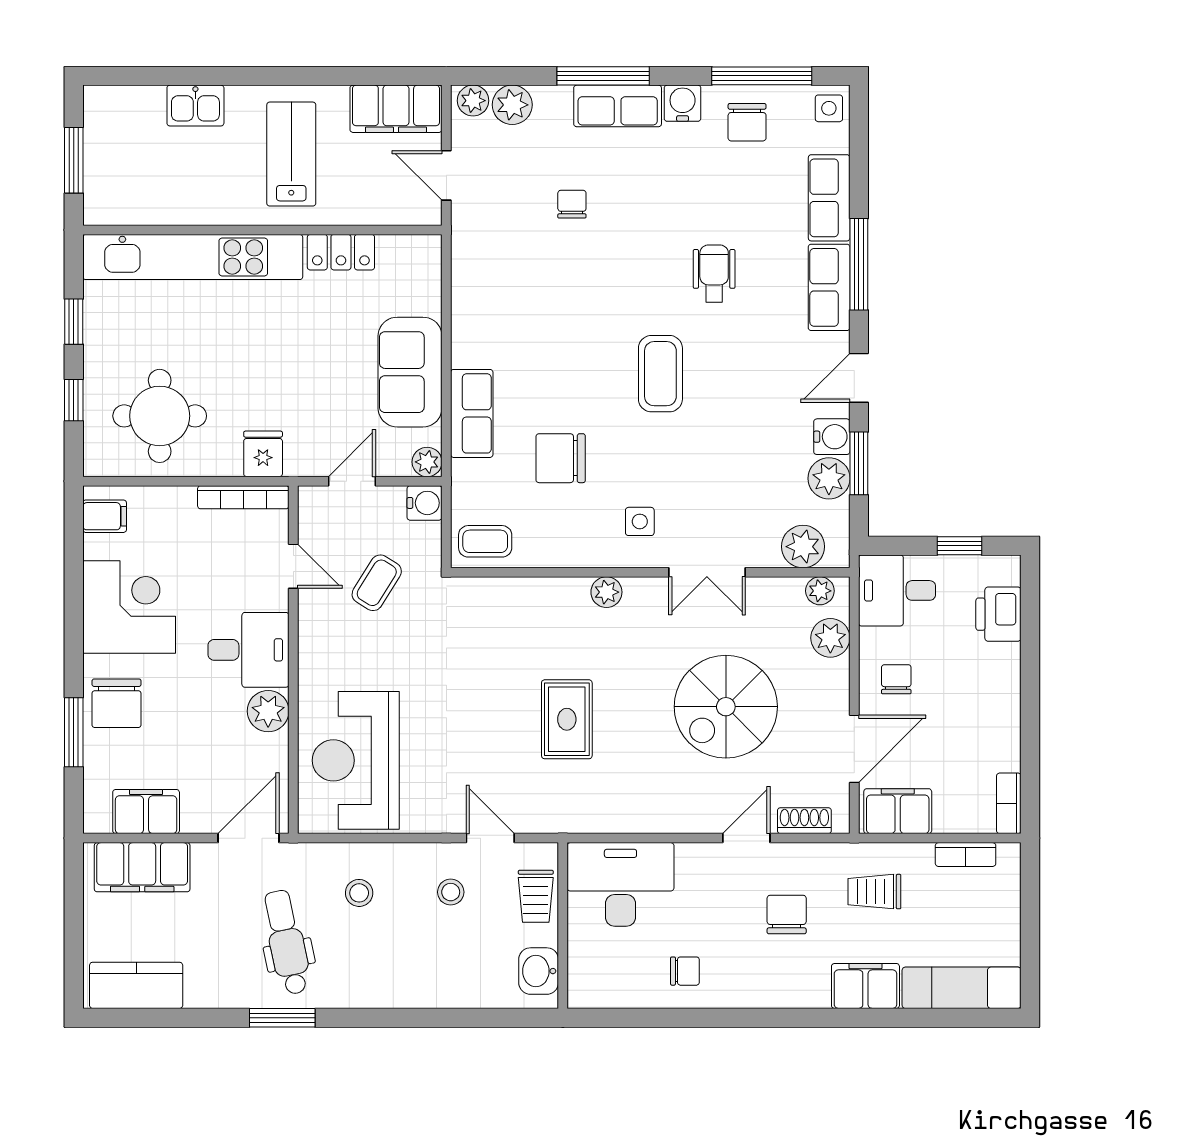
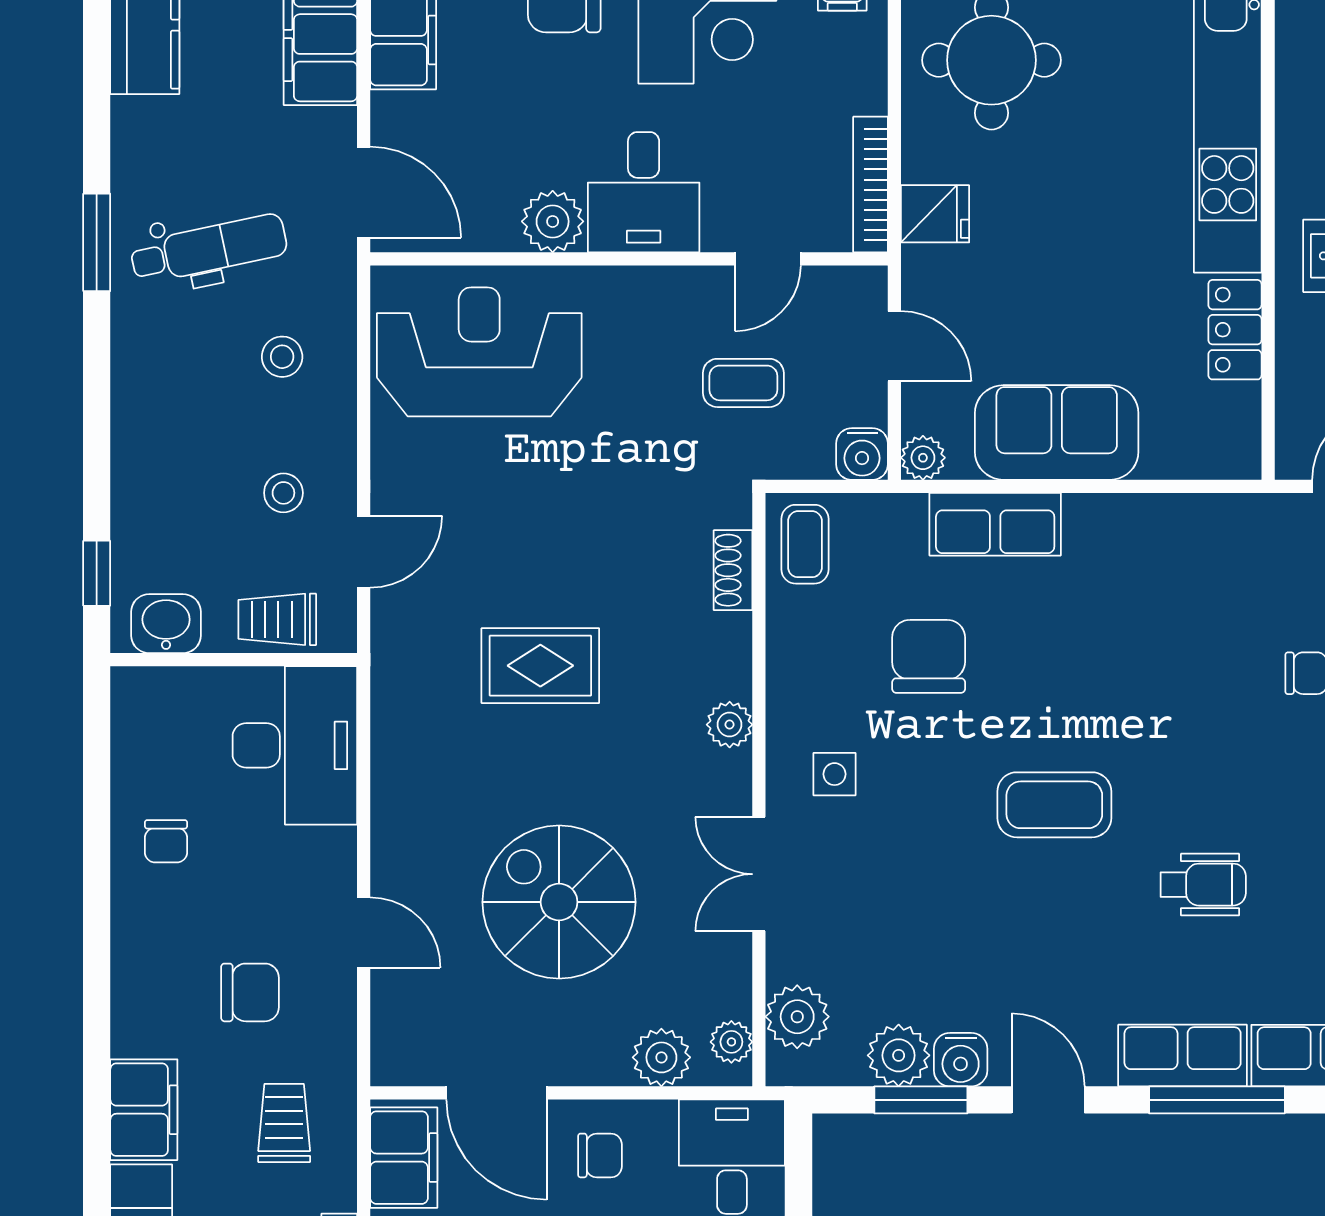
coffee table: (377, 583) -> (743, 383), turned -32
shoe rack: (804, 821) -> (733, 570), moved, turned 180
window: (505, 1018) -> (97, 573), added

